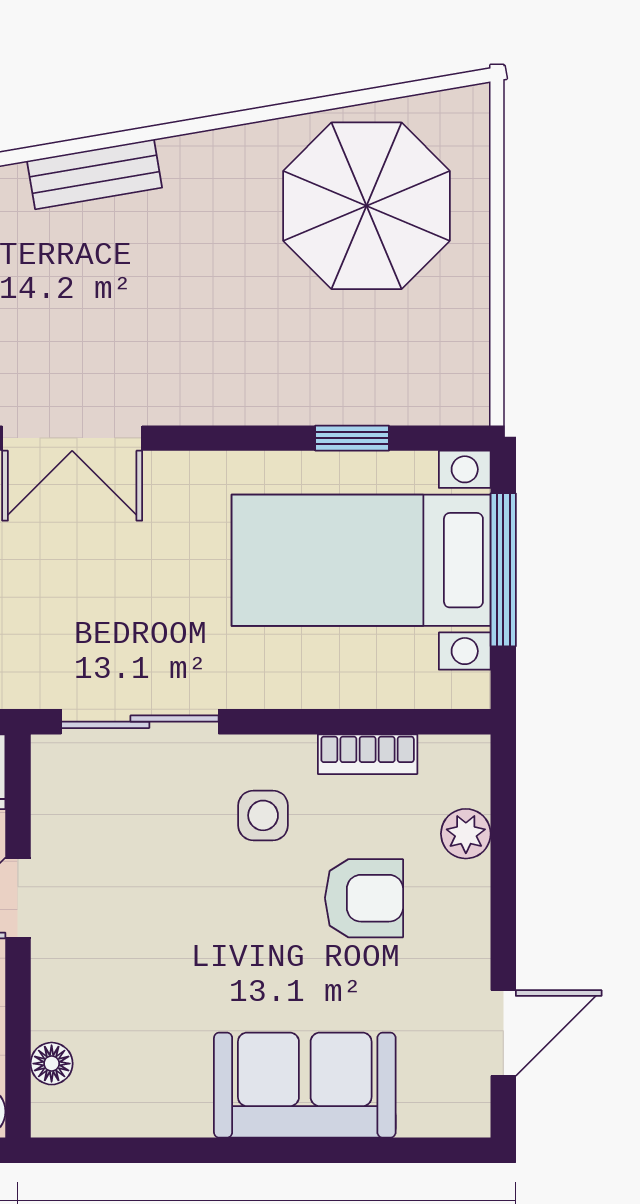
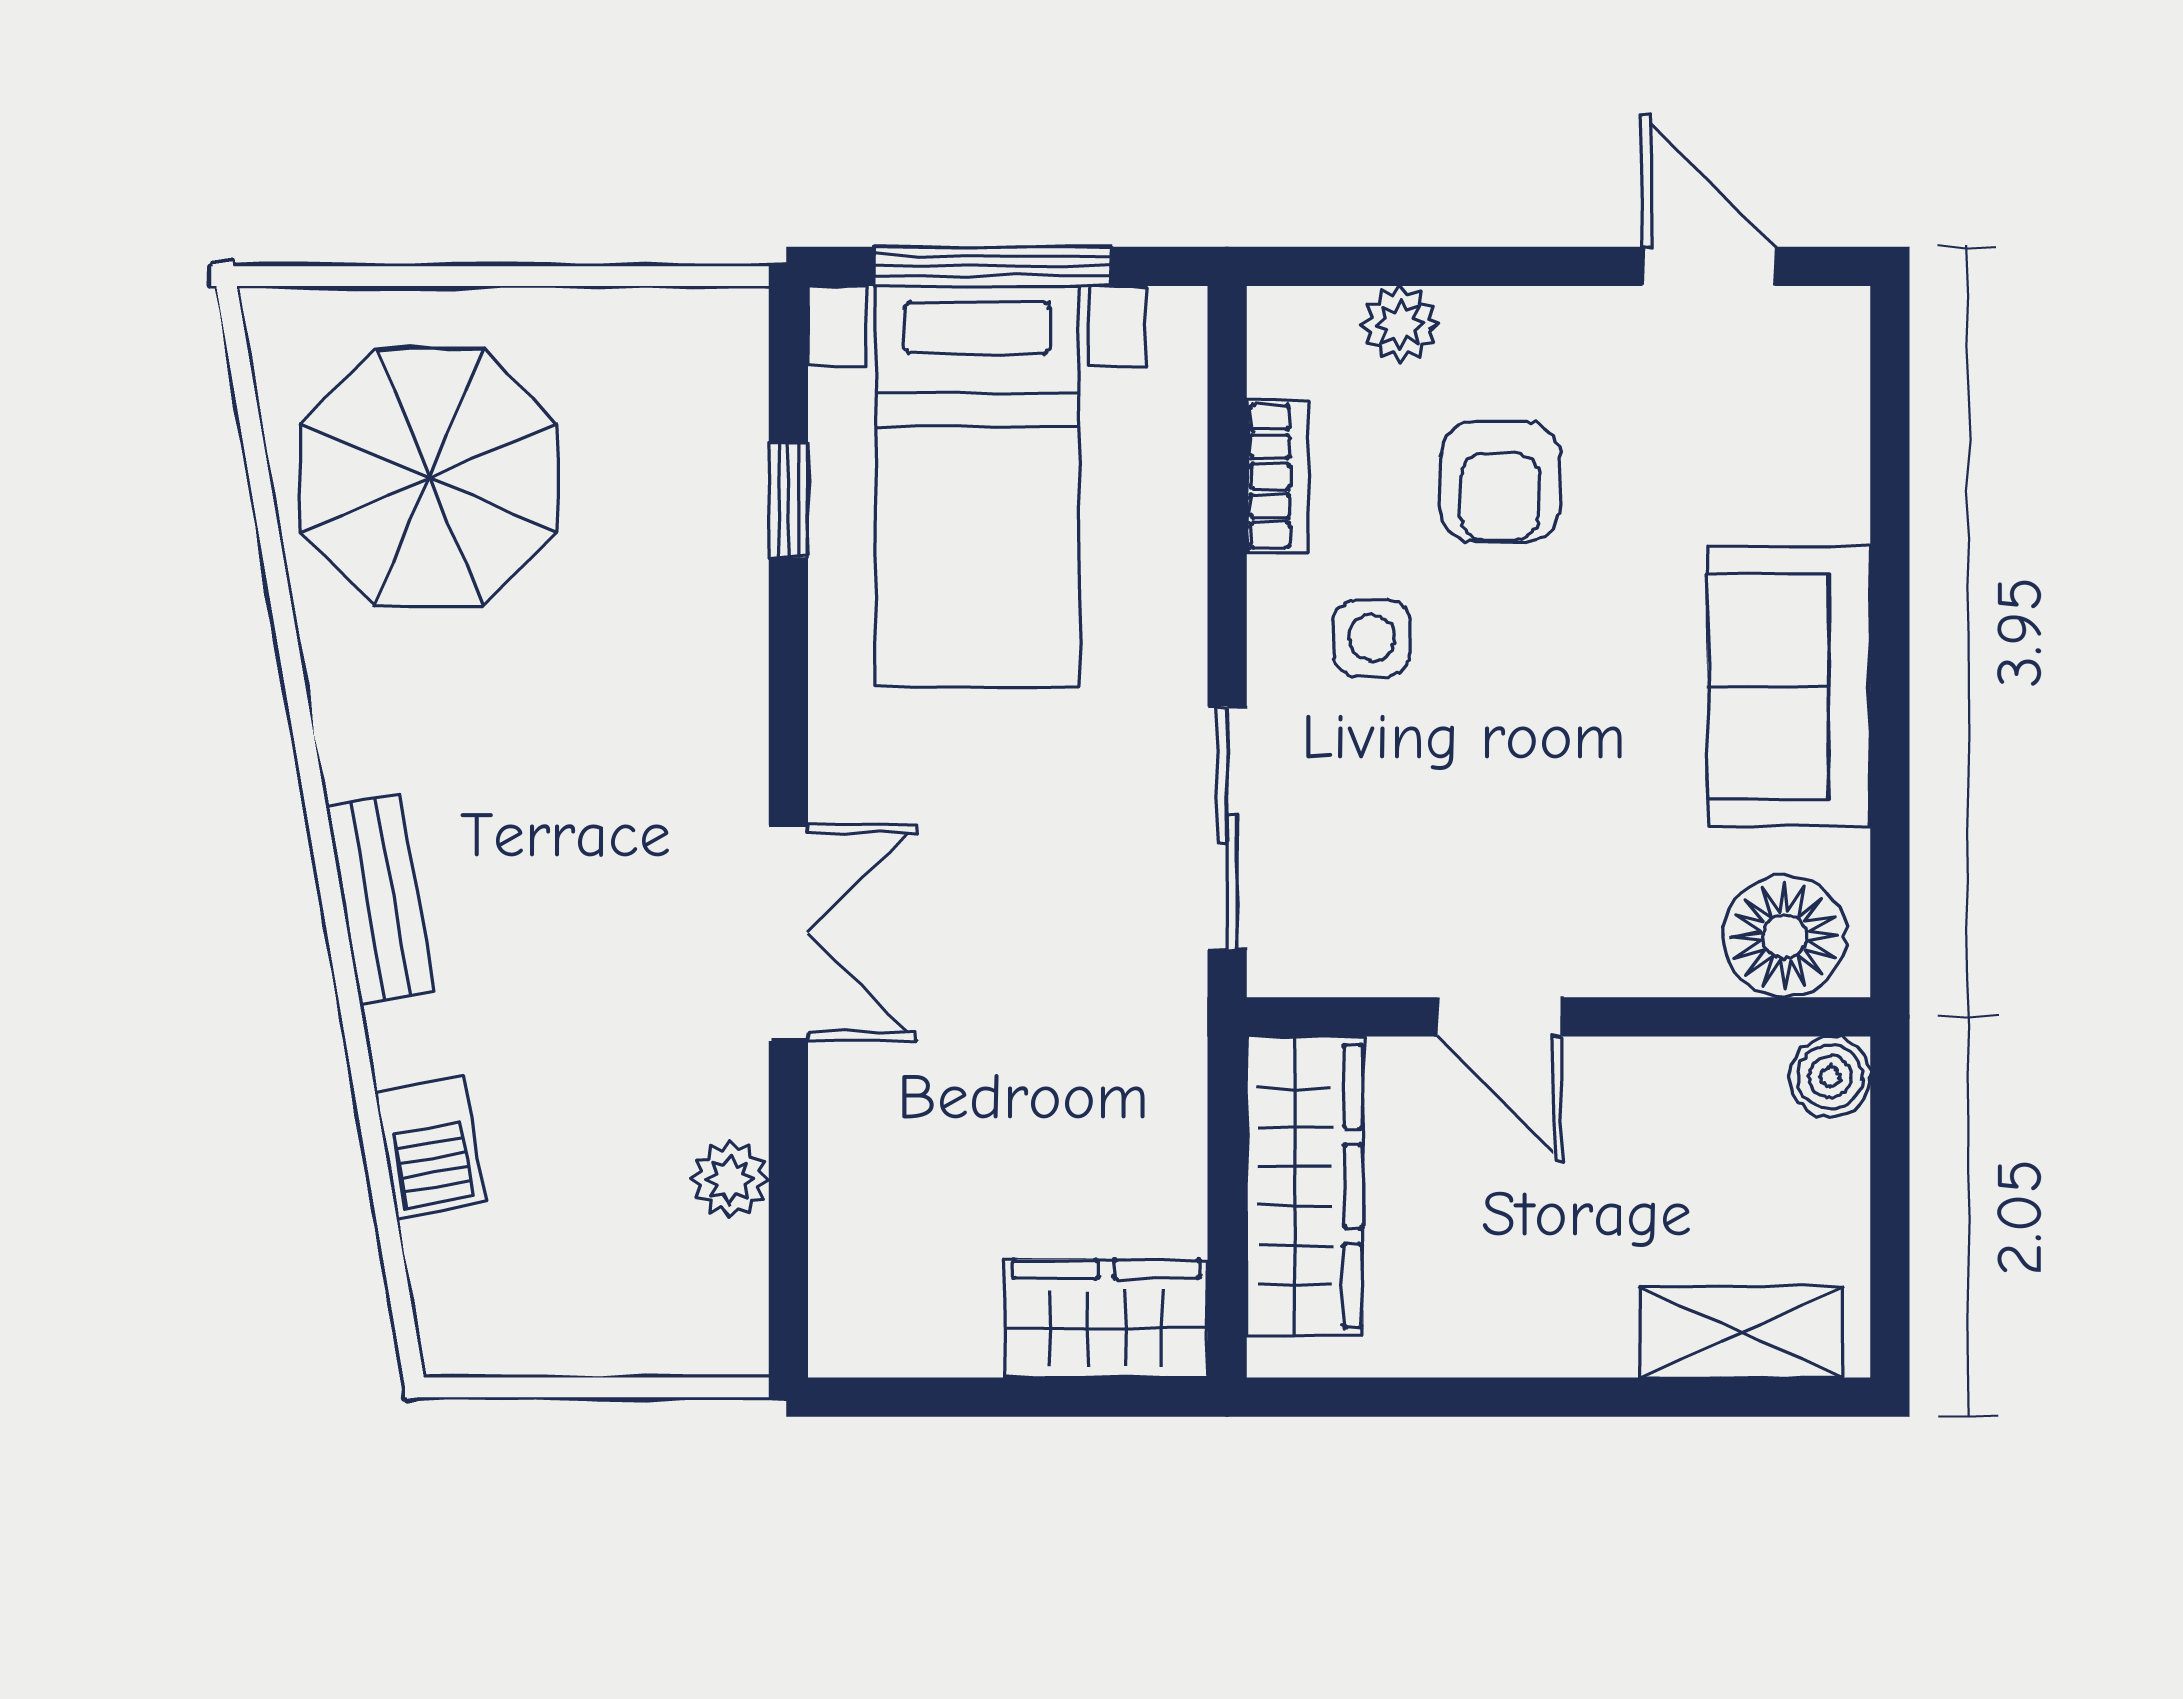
armchair: (364, 898) -> (1500, 482), turned 180
floor lamp: (52, 1064) -> (1784, 936), width x1.89, depth x1.89
sofa: (305, 1085) -> (1789, 686), moved

